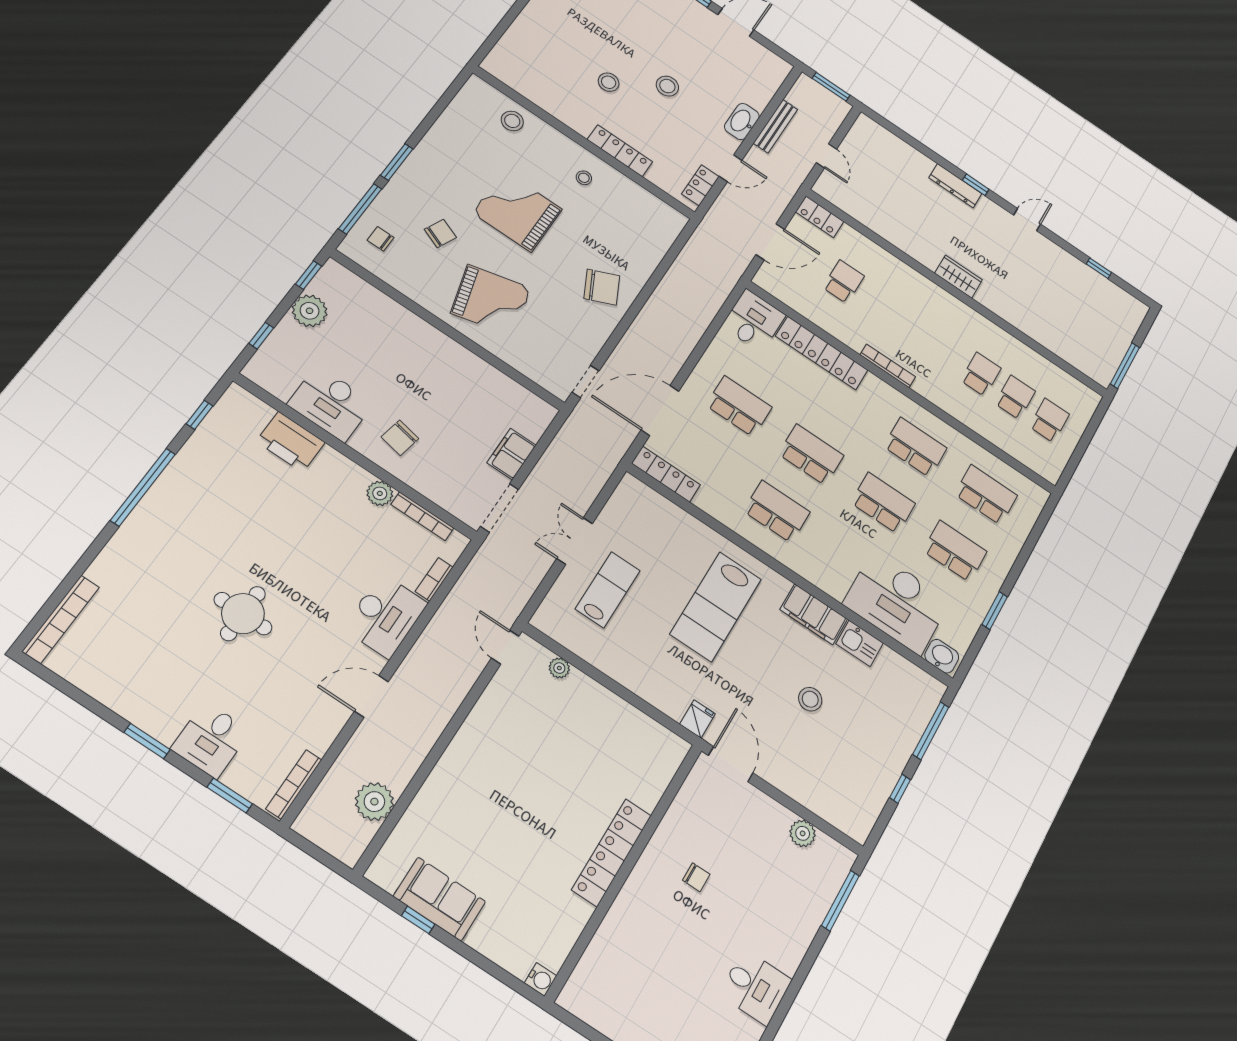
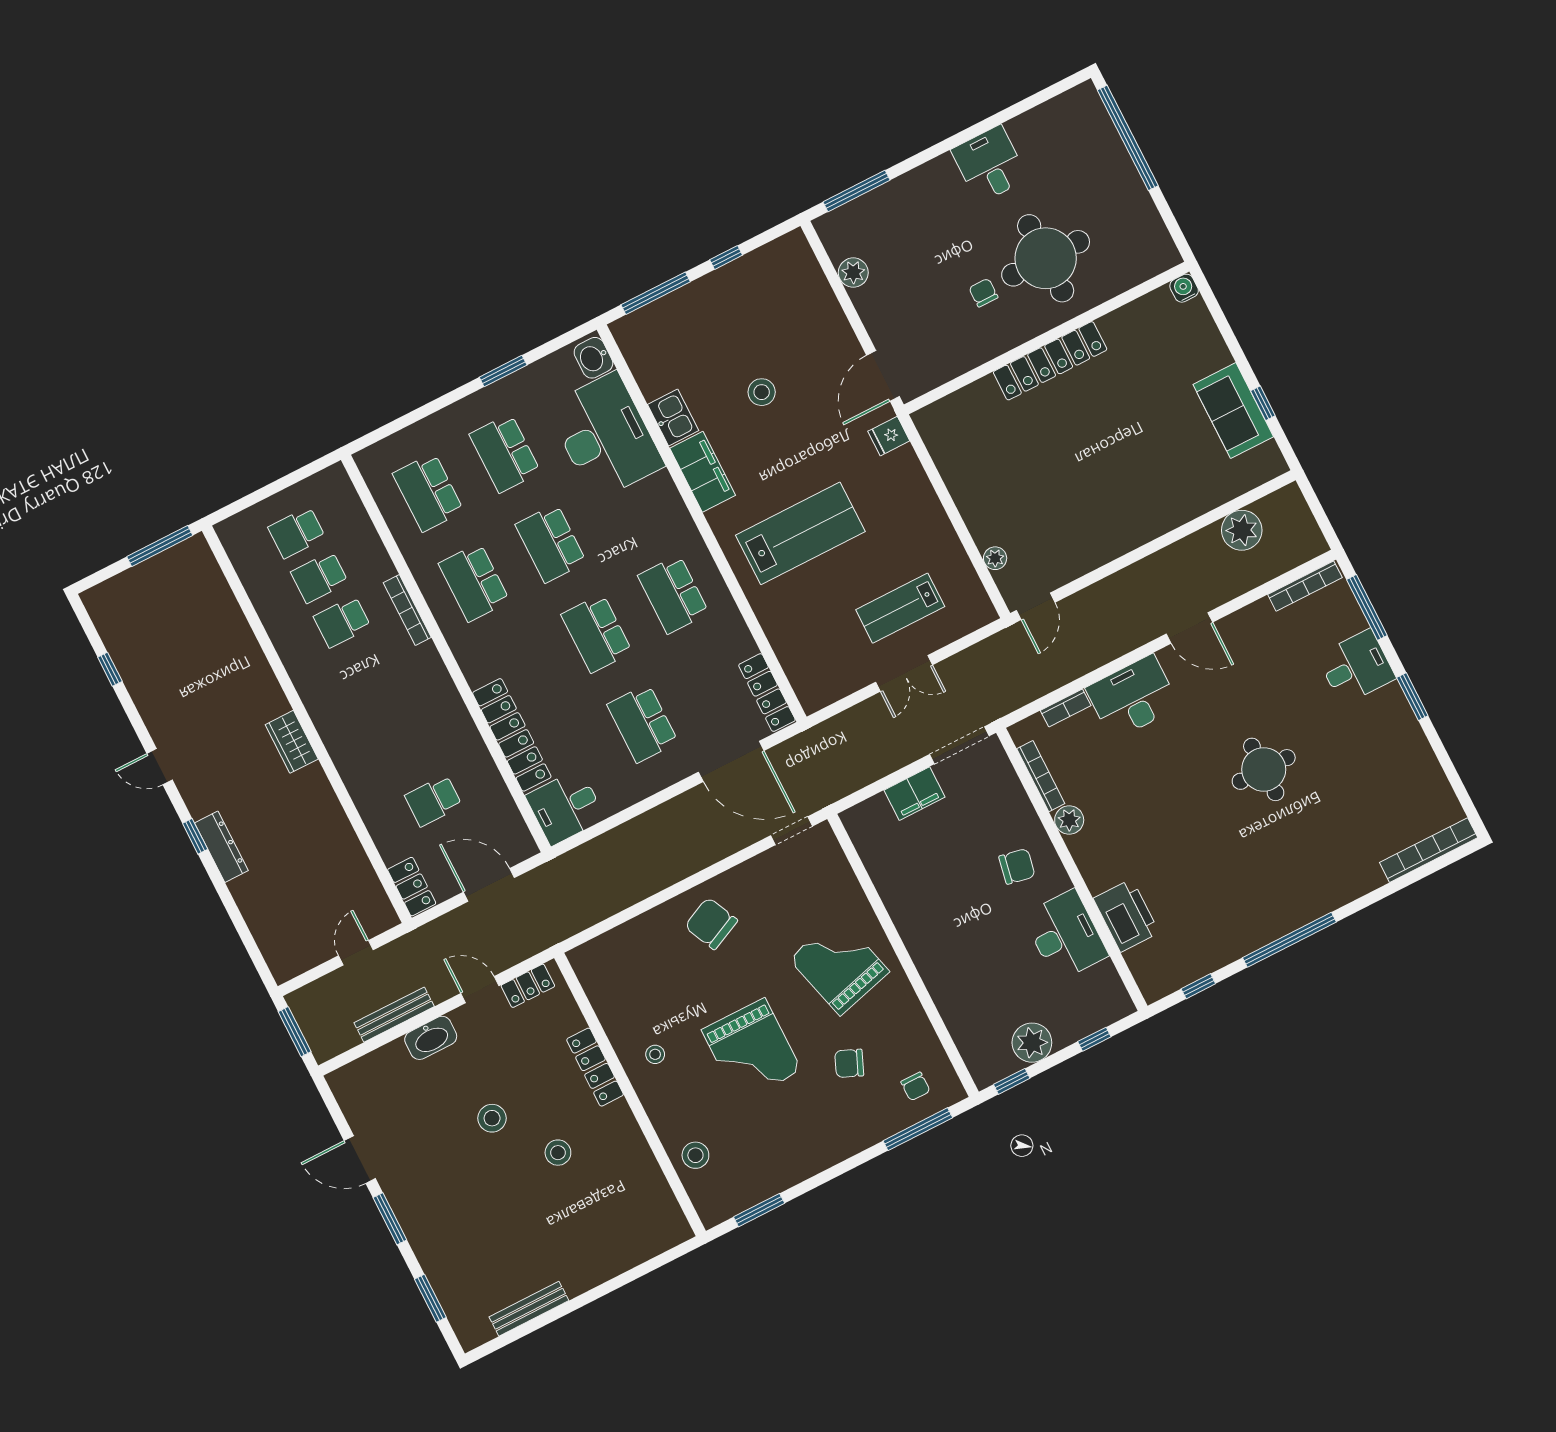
window: (397, 162) -> (759, 1210), moved
bookcase: (888, 366) -> (407, 610), moved
window: (230, 796) -> (1367, 607), width x1.44
round table: (666, 936) -> (1046, 258), added

